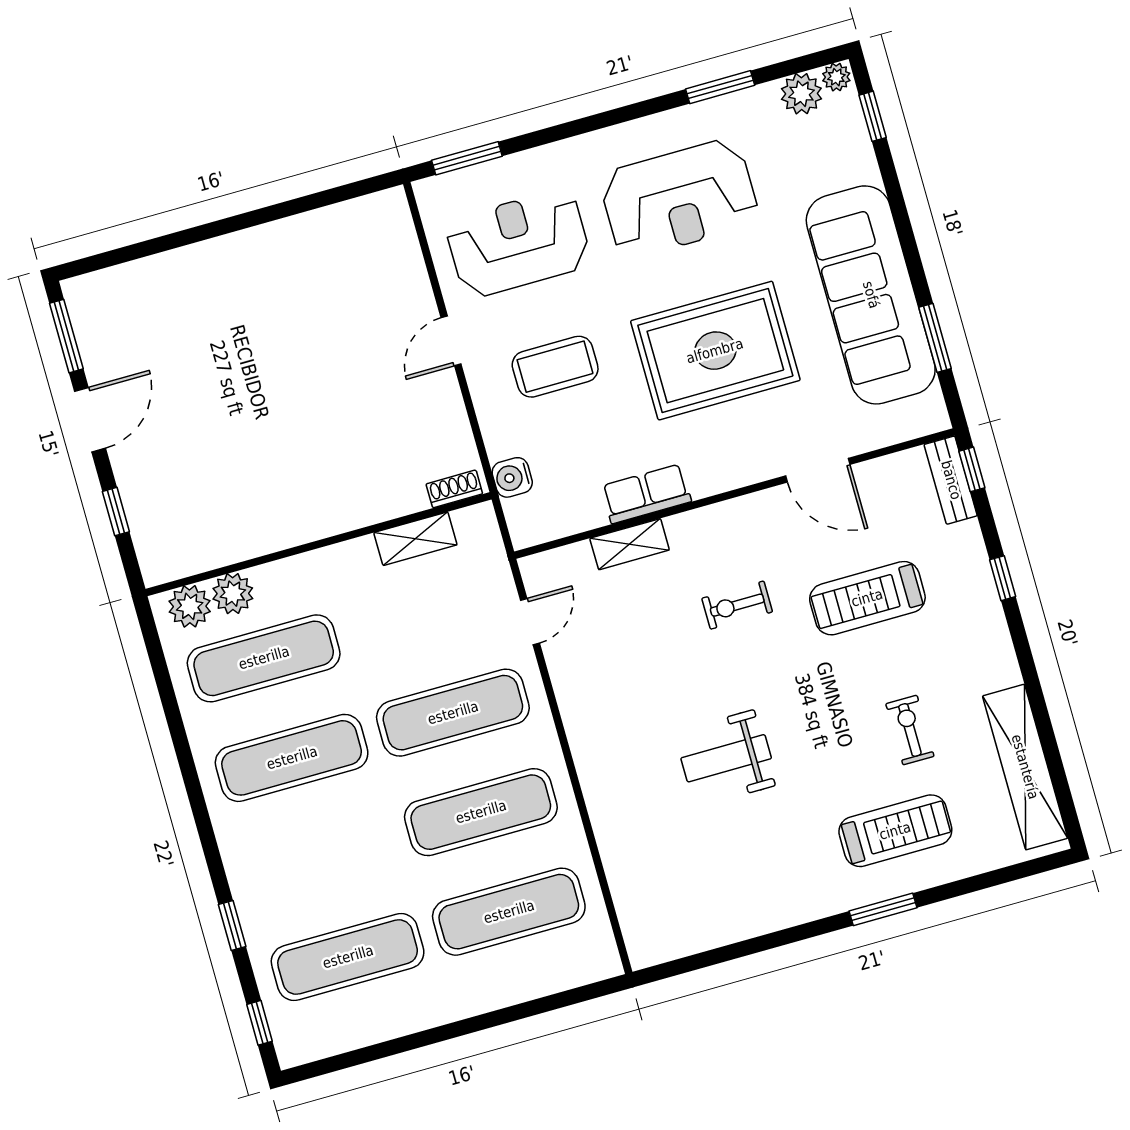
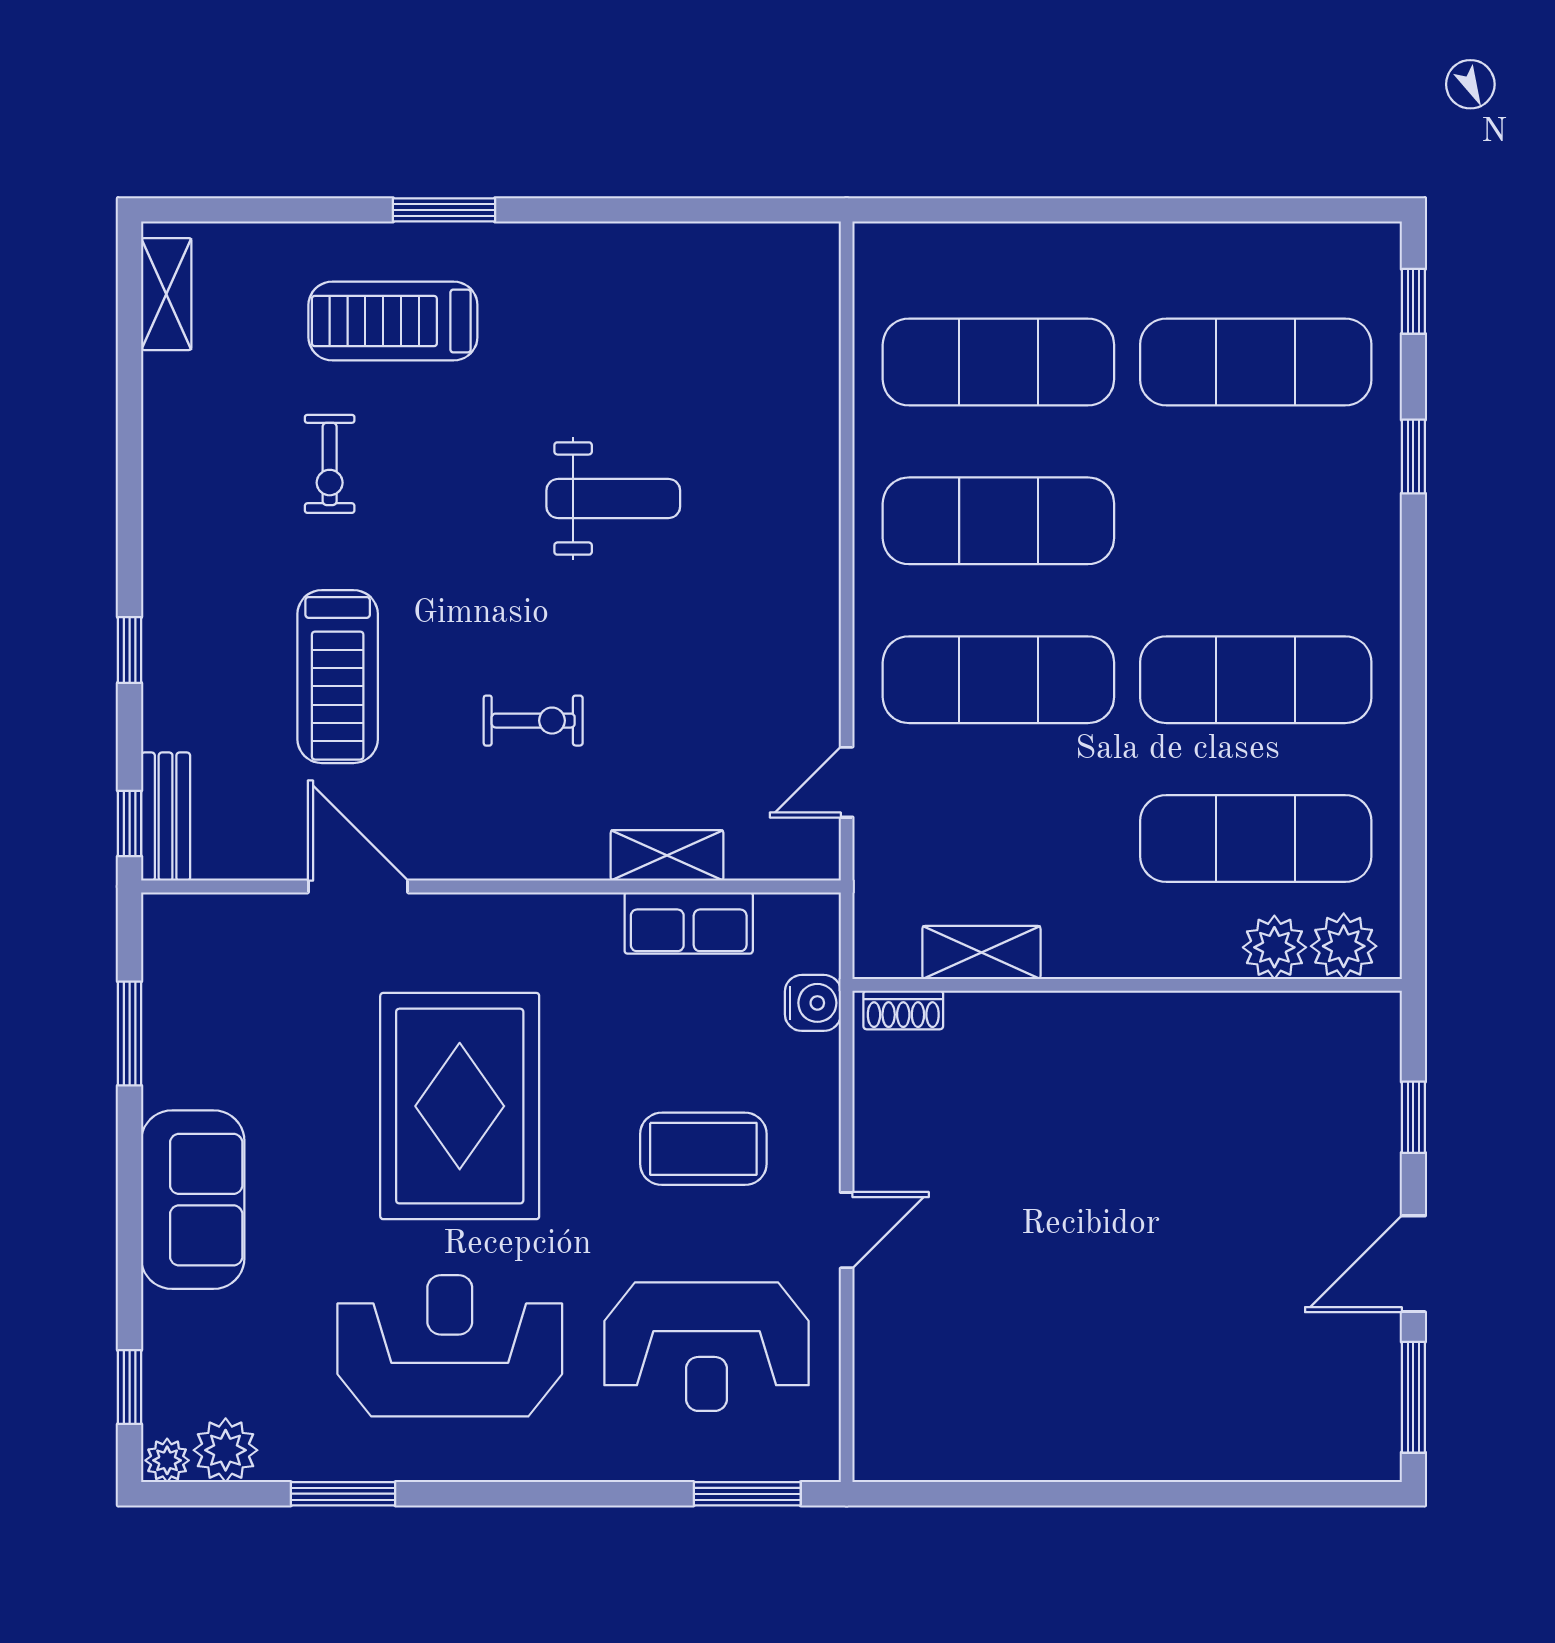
sofa: (871, 295) -> (193, 1200), width x0.54, depth x0.79
rug: (715, 351) -> (460, 1106), turned 90
row of seats: (646, 494) -> (689, 923), moved
treadmill: (867, 598) -> (338, 677), turned 90
shelving: (1025, 767) -> (166, 294), width x0.45, depth x0.75

